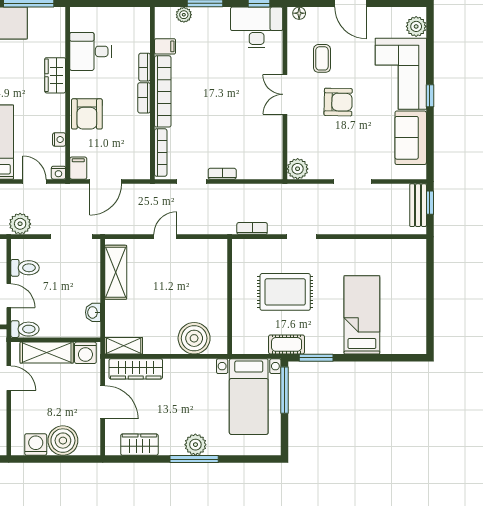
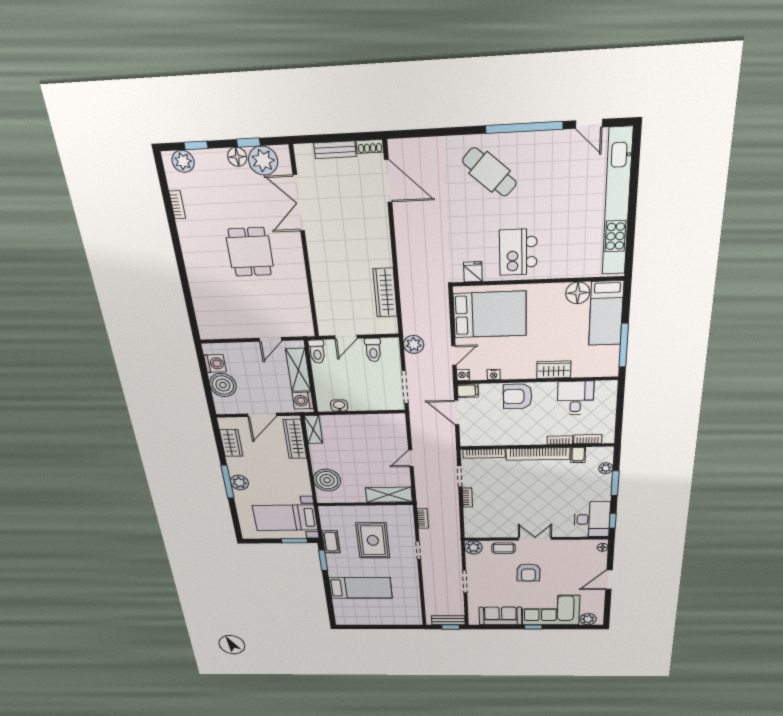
coffee table: (322, 58) -> (503, 548), moved
bookcase: (144, 98) -> (588, 439), moved
door: (165, 237) -> (411, 458), swing flipped
shelving: (116, 272) -> (389, 495), moved
window: (285, 390) -> (294, 541), width x0.69

